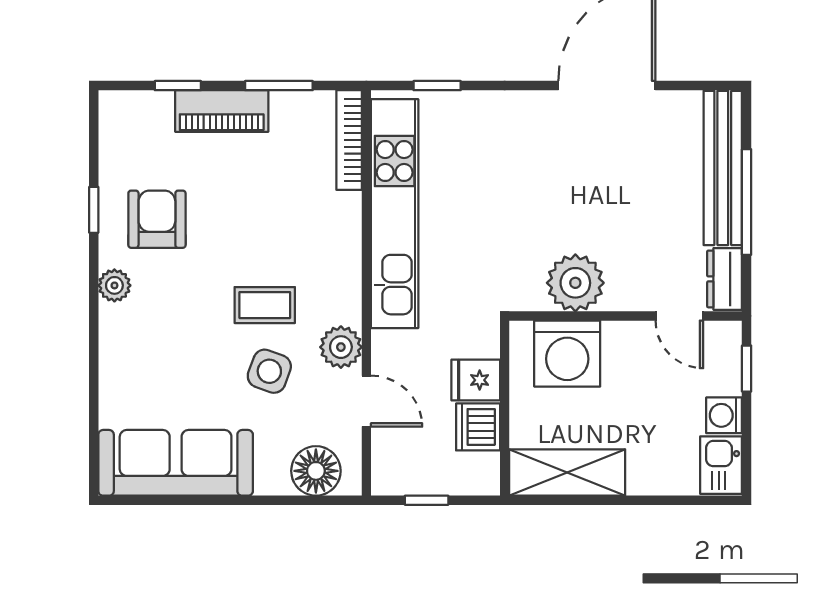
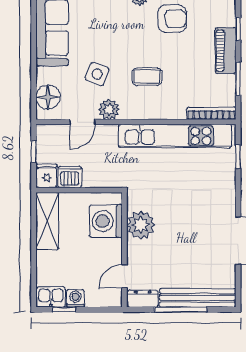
coffee table: (265, 305) -> (147, 77), moved, turned 90
window: (747, 369) -> (64, 310), moved
fridge: (476, 380) -> (47, 176), moved

